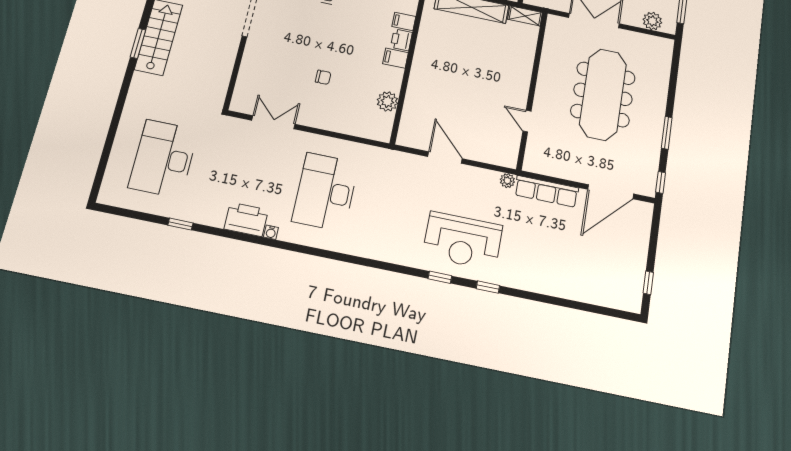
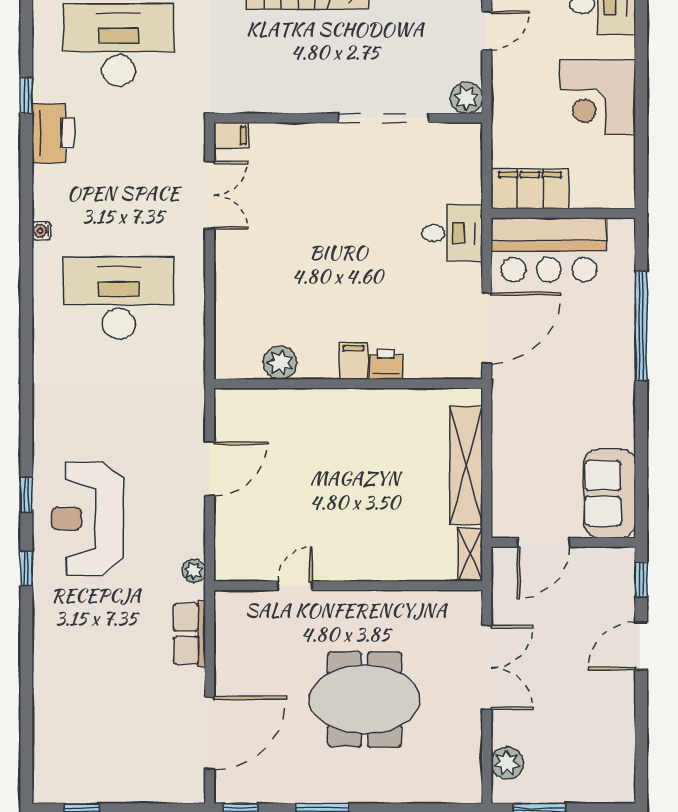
filing cabinet: (404, 21) -> (231, 135), moved, turned 90
chair: (323, 77) -> (298, 255), removed
meeting table: (603, 94) -> (365, 699), width x0.73
row of seats: (546, 191) -> (189, 634), width x0.68
door: (611, 192) -> (210, 733), swing flipped
printer: (246, 219) -> (53, 133), moved

